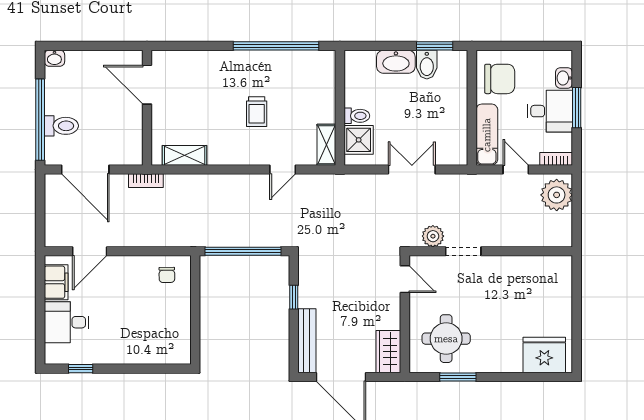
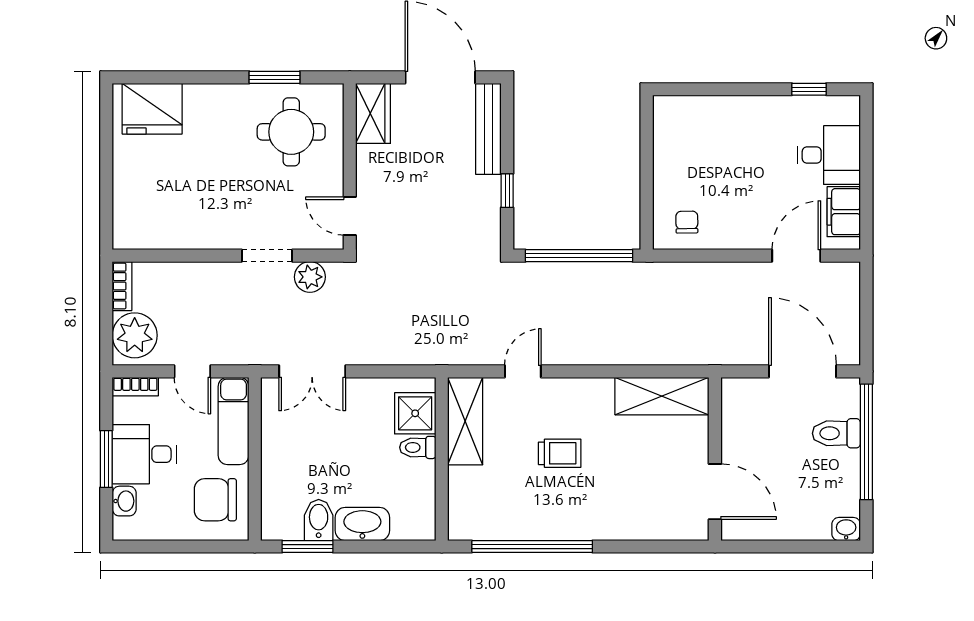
trolley: (257, 112) -> (560, 453), turned 90
shelving: (326, 145) -> (465, 421), width x1.50, depth x1.33
shelving: (185, 155) -> (662, 396), width x1.50, depth x1.33
double door: (412, 170) -> (312, 371), moved
bookcase: (146, 181) -> (122, 286), moved, turned 90

